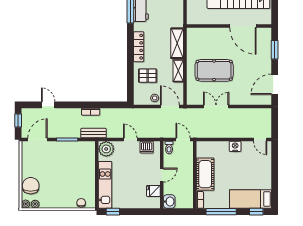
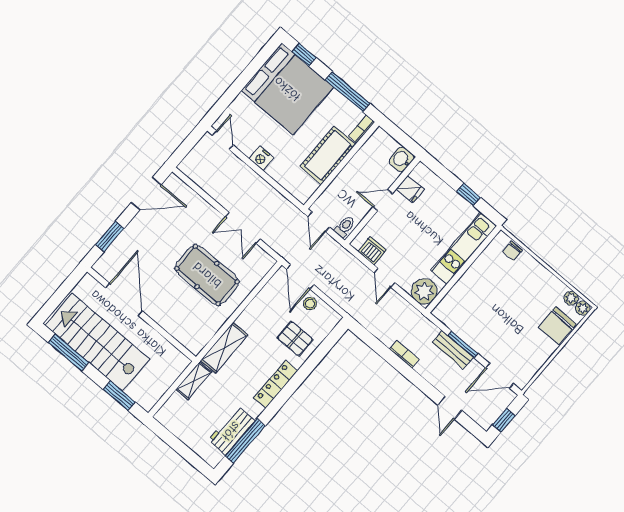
shelving: (178, 71) -> (194, 381), moved
bench: (93, 133) -> (453, 350), moved
bed: (250, 199) -> (287, 89), width x2.04
window: (113, 212) -> (468, 195), moved

